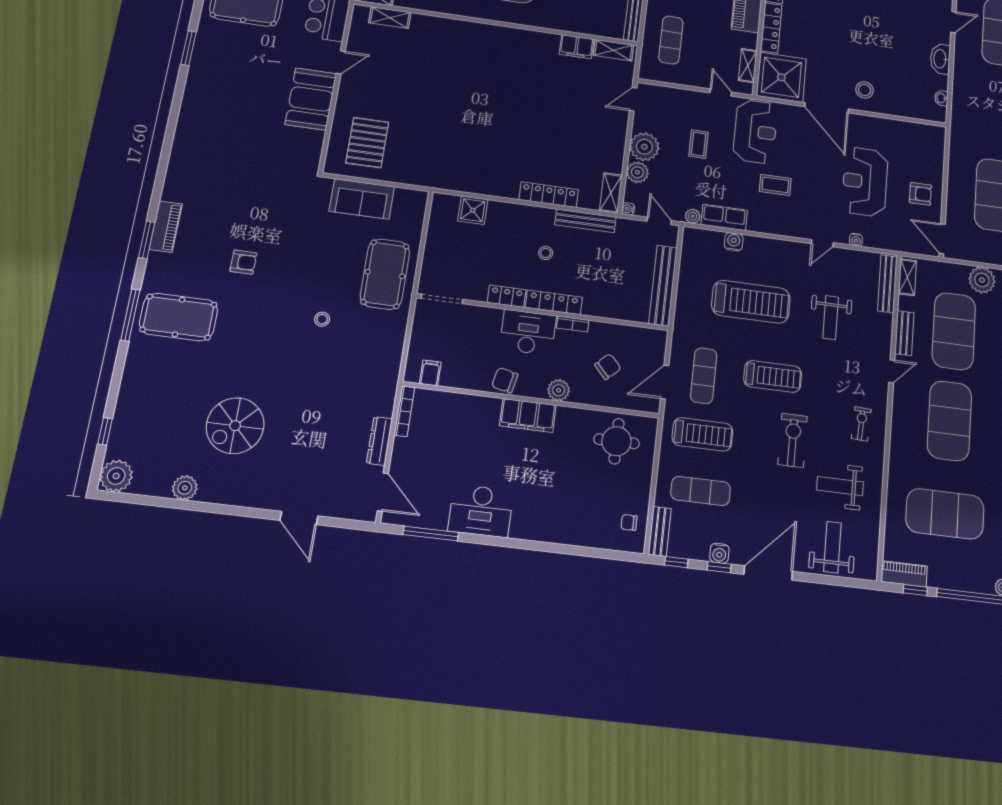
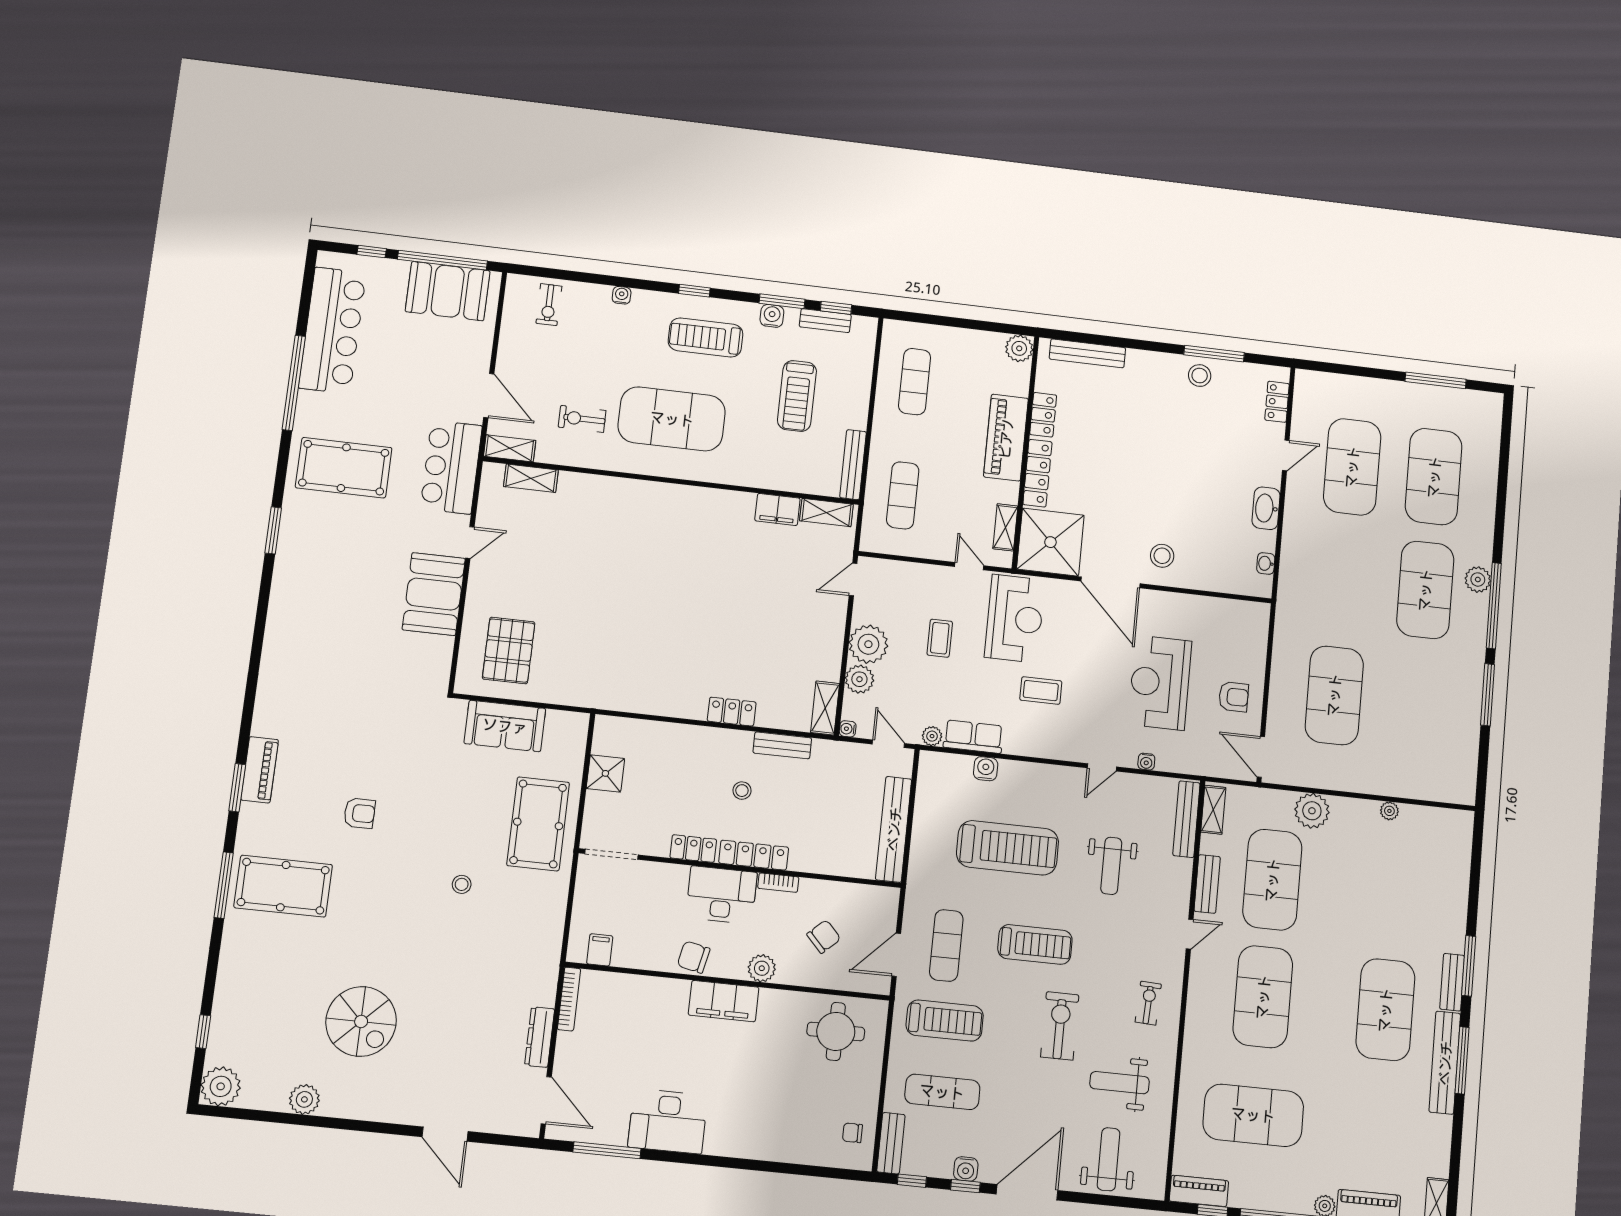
locker: (549, 195) -> (732, 712), width x0.66
shower: (473, 210) -> (605, 773), moved
bench: (585, 221) -> (782, 745), width x0.73
spiral stairs: (235, 426) -> (361, 1021), turned -90

